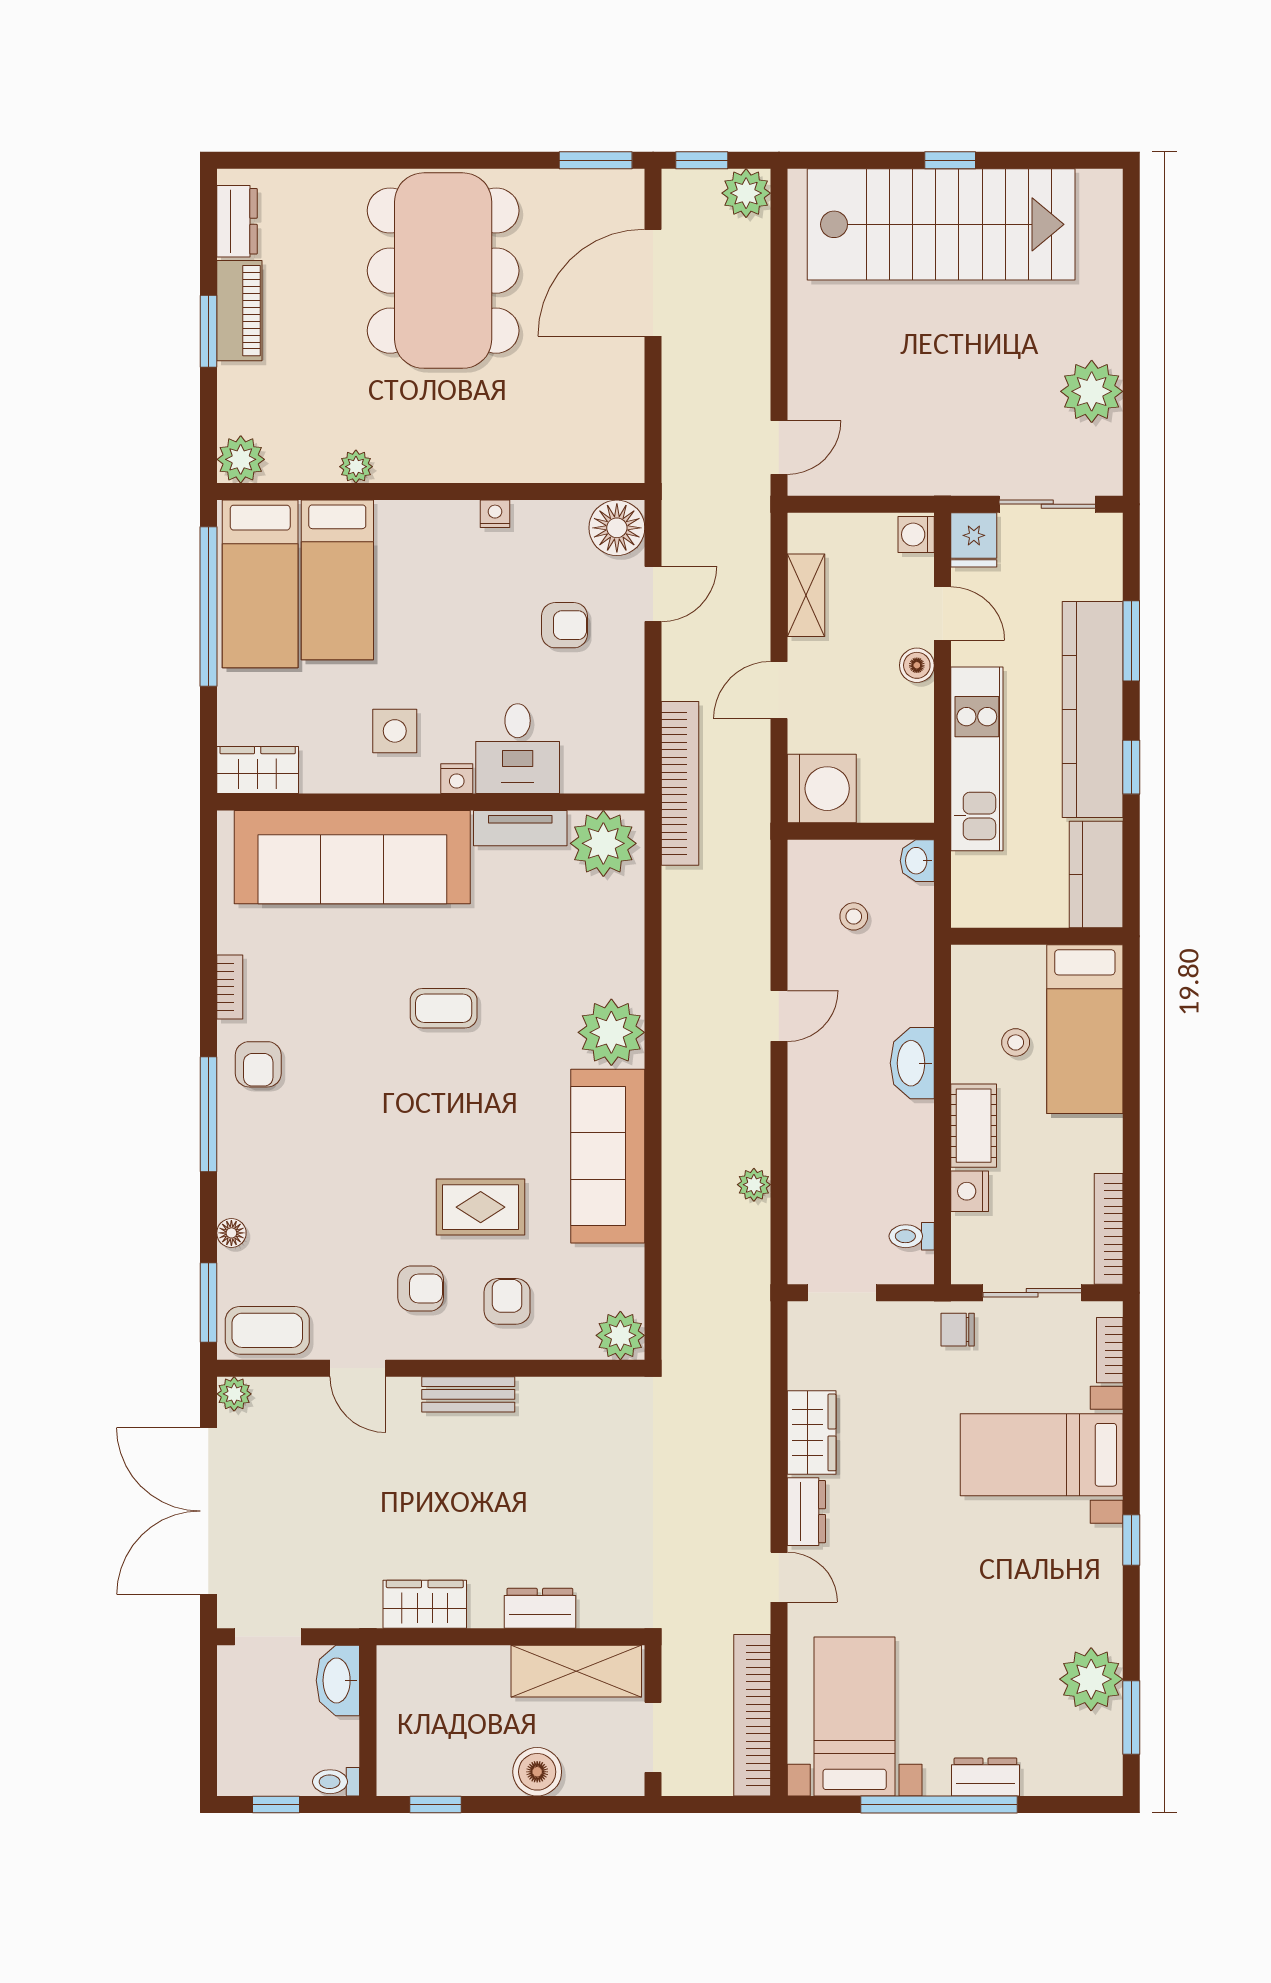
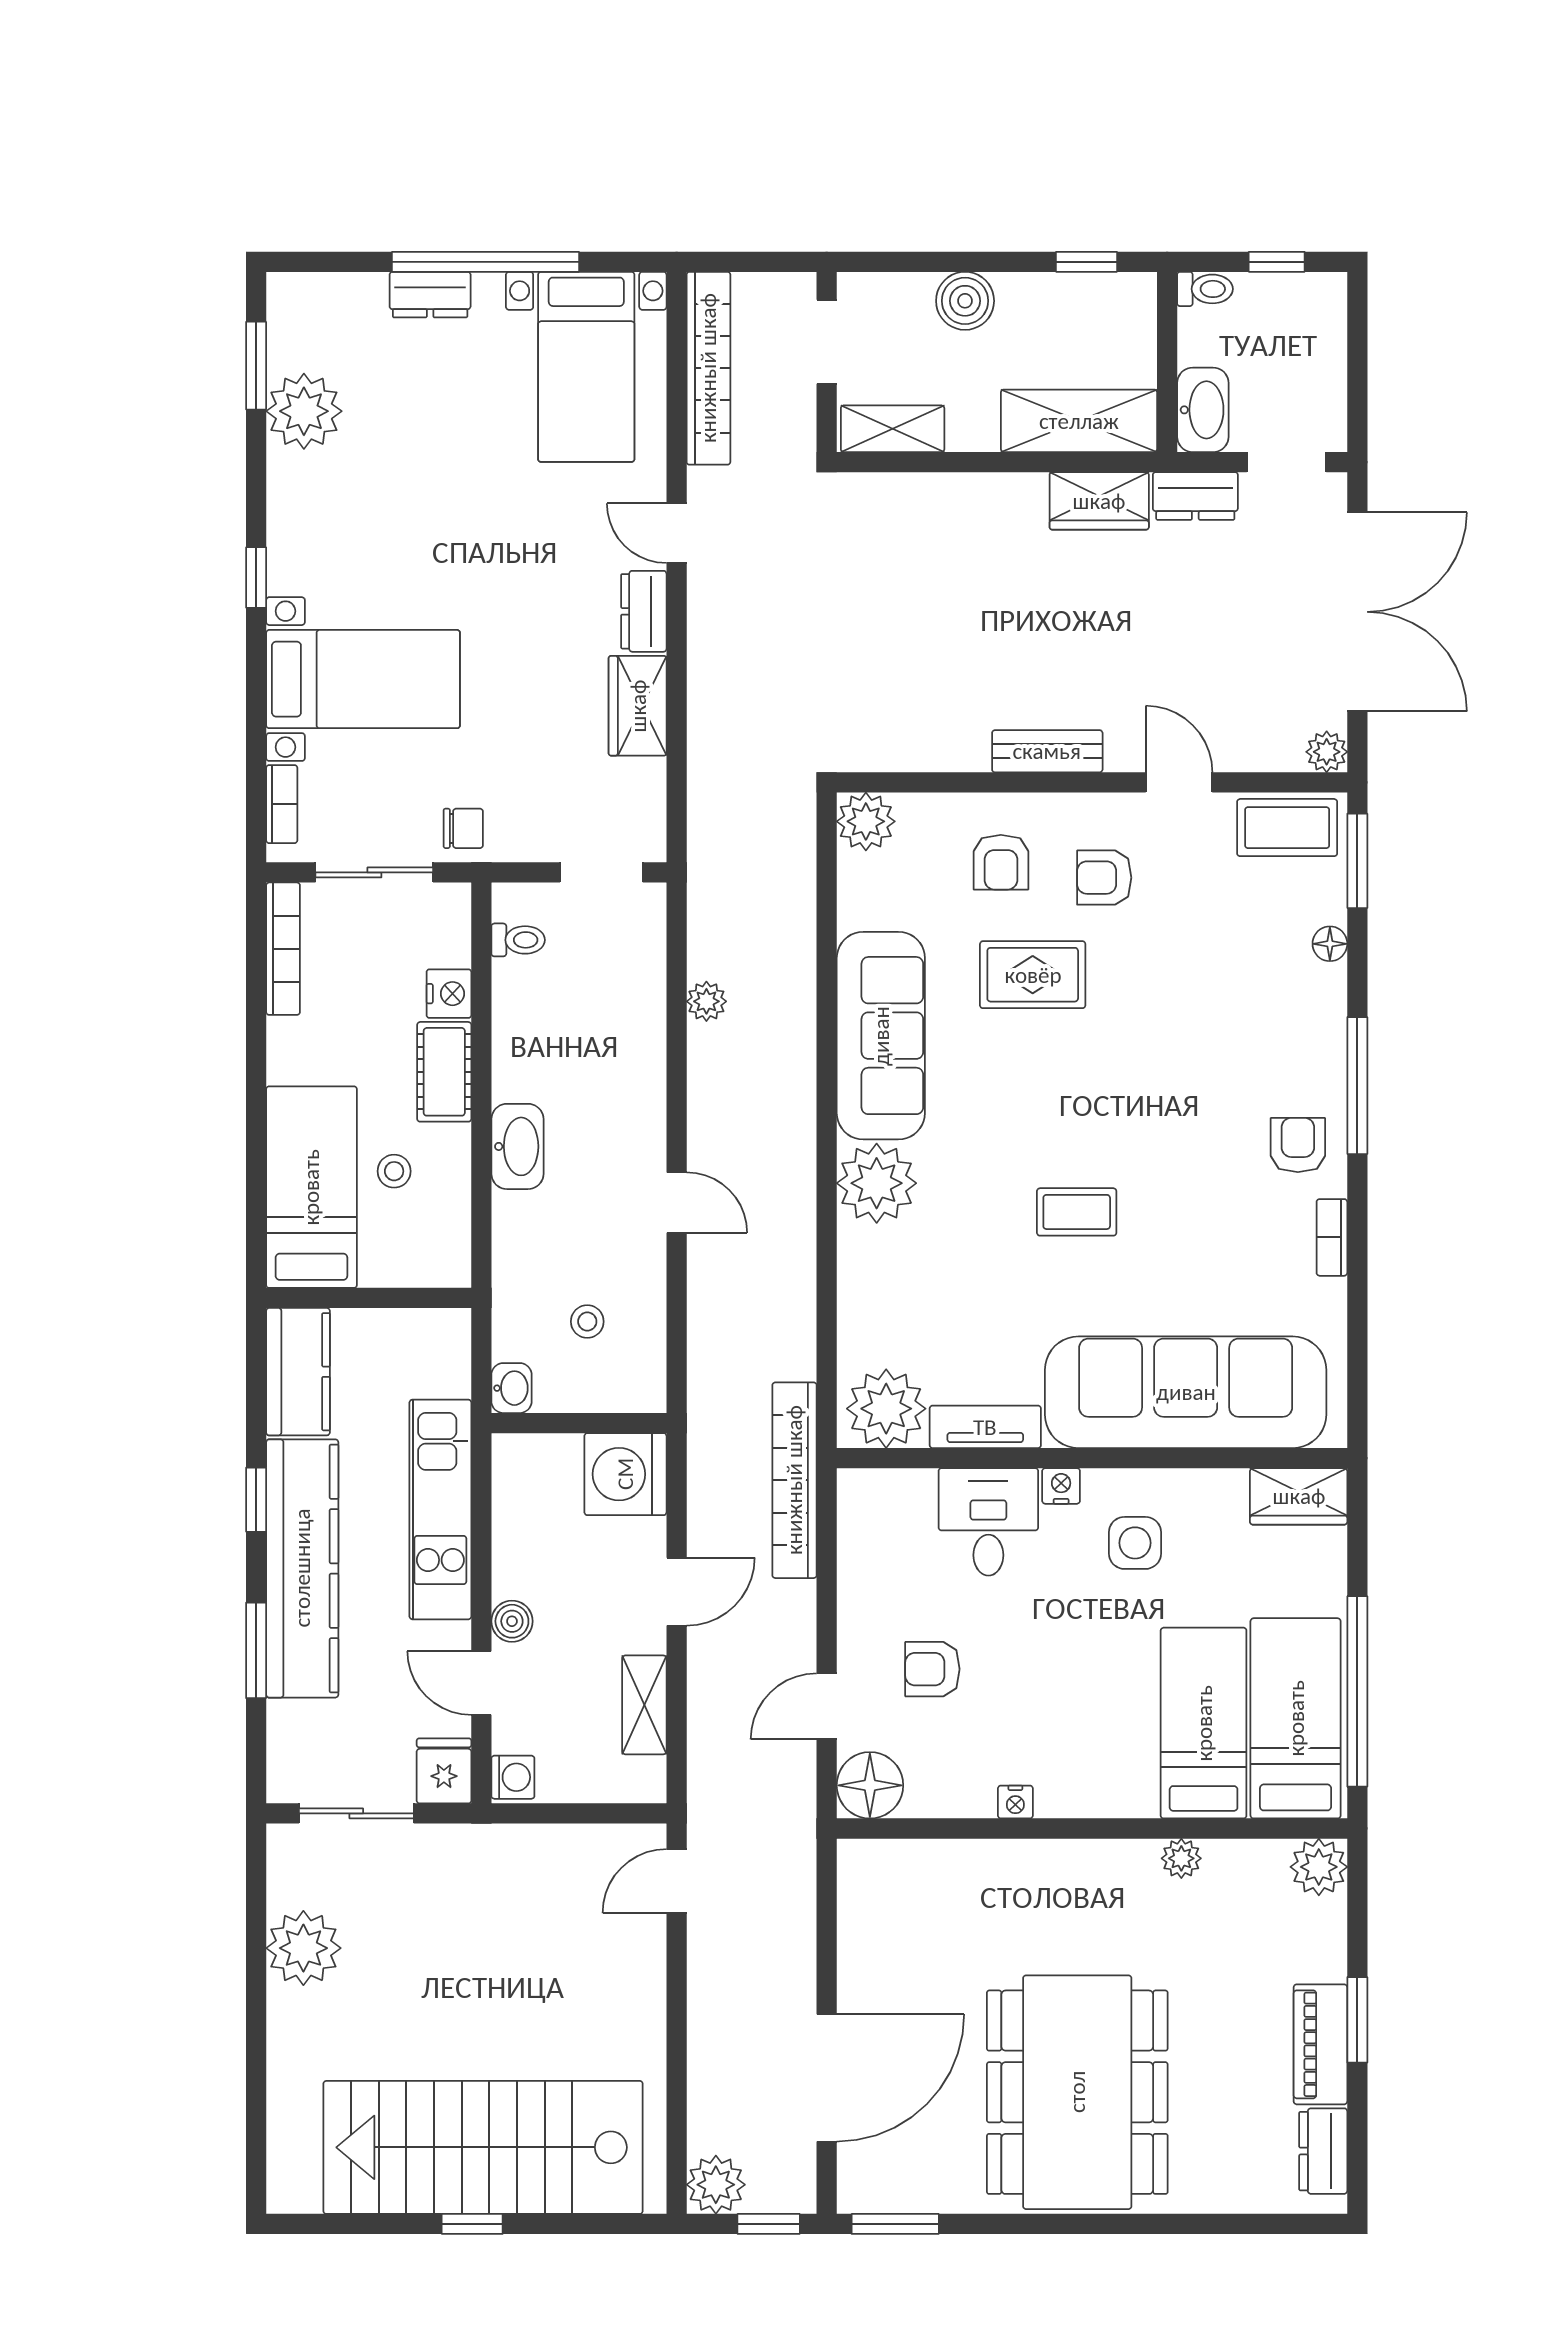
door: (779, 1016) -> (677, 1203), swing flipped
dresser: (540, 1608) -> (1195, 496), moved
shelving: (442, 1671) -> (1079, 421), added
shelving: (576, 1671) -> (893, 429), width x0.67, depth x0.75

